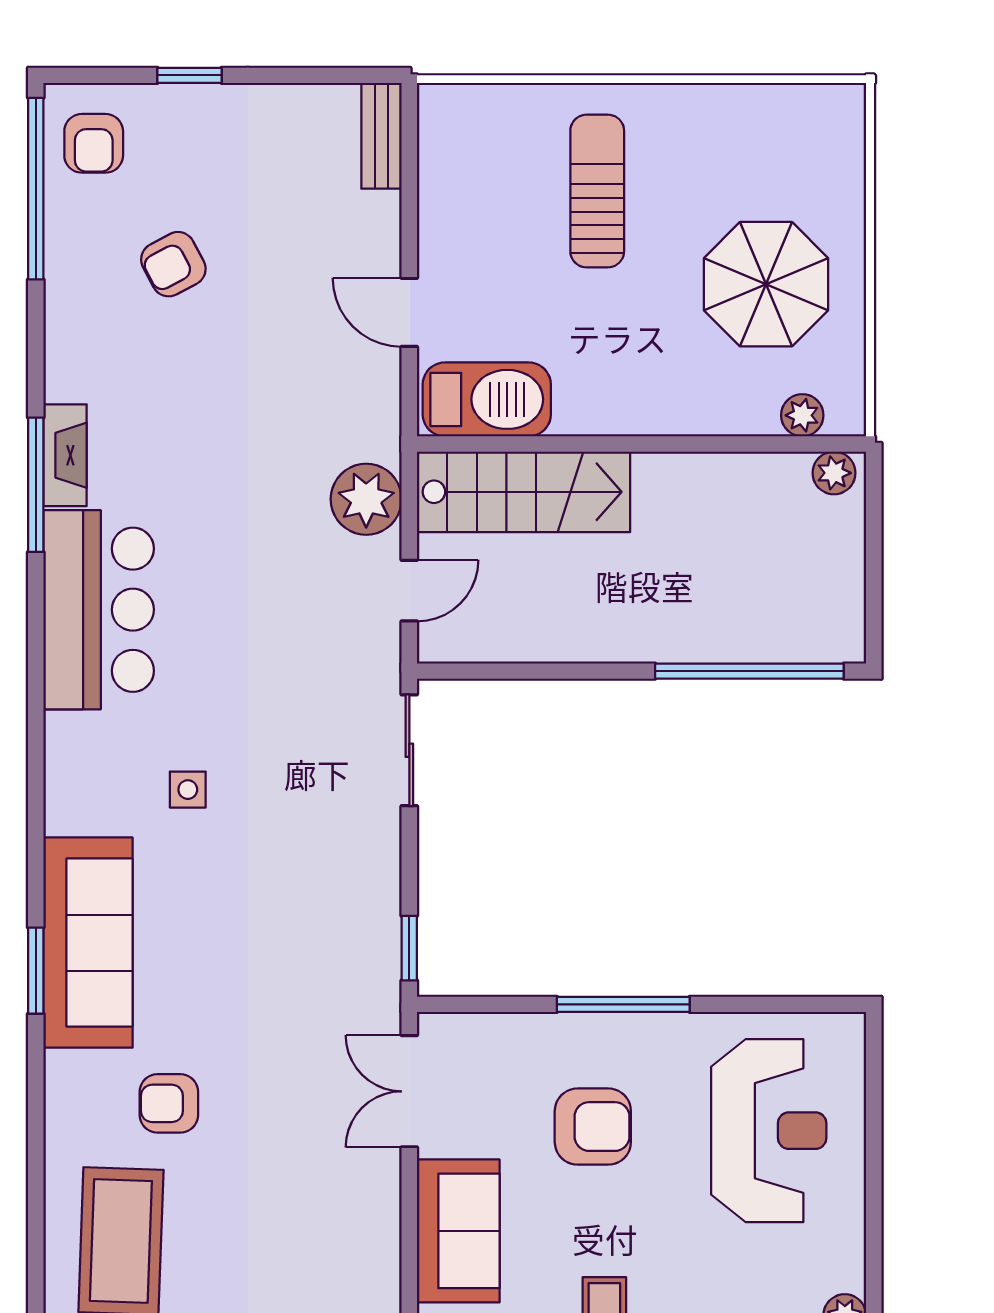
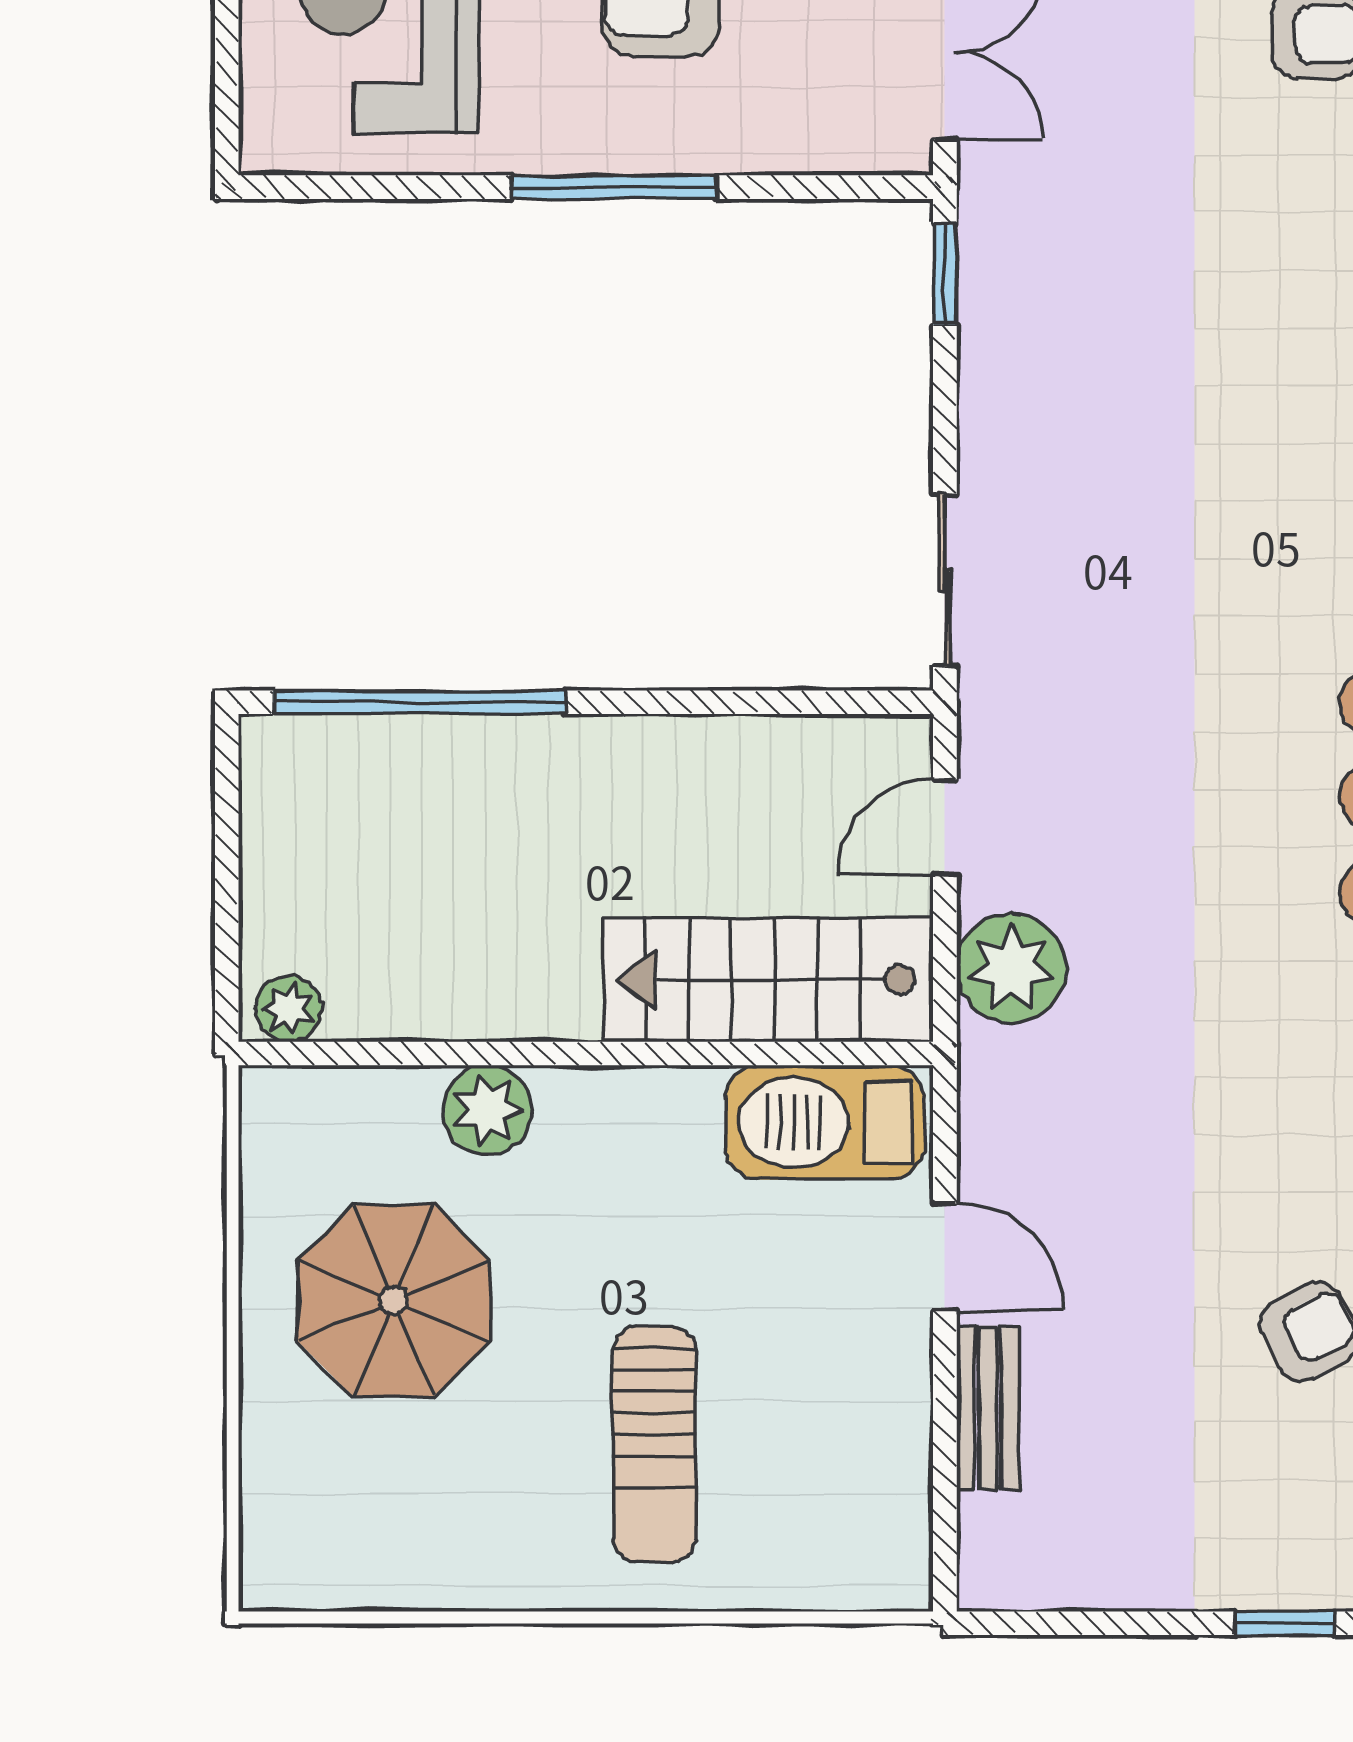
bench: (382, 136) -> (988, 1408), moved
plant: (802, 415) -> (487, 1110), moved, width x1.38, depth x1.38
side table: (188, 790) -> (1287, 519), removed

